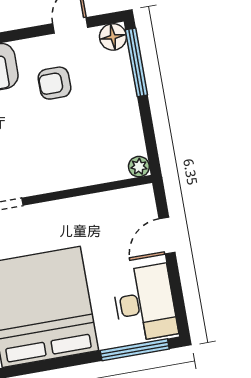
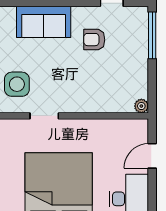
floor lamp: (113, 37) -> (139, 15), removed

